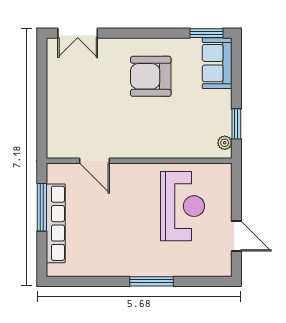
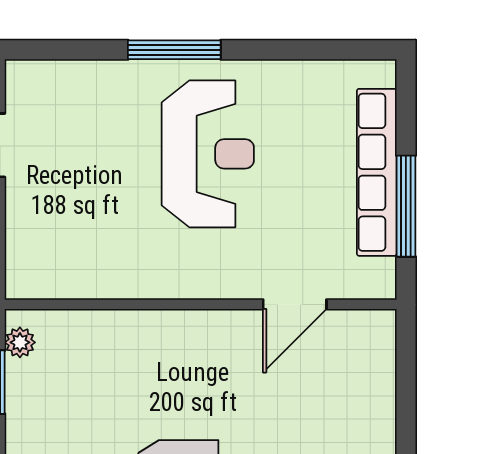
door: (95, 161) -> (295, 304), swing flipped
reception desk: (183, 206) -> (208, 154), moved, turned 180

